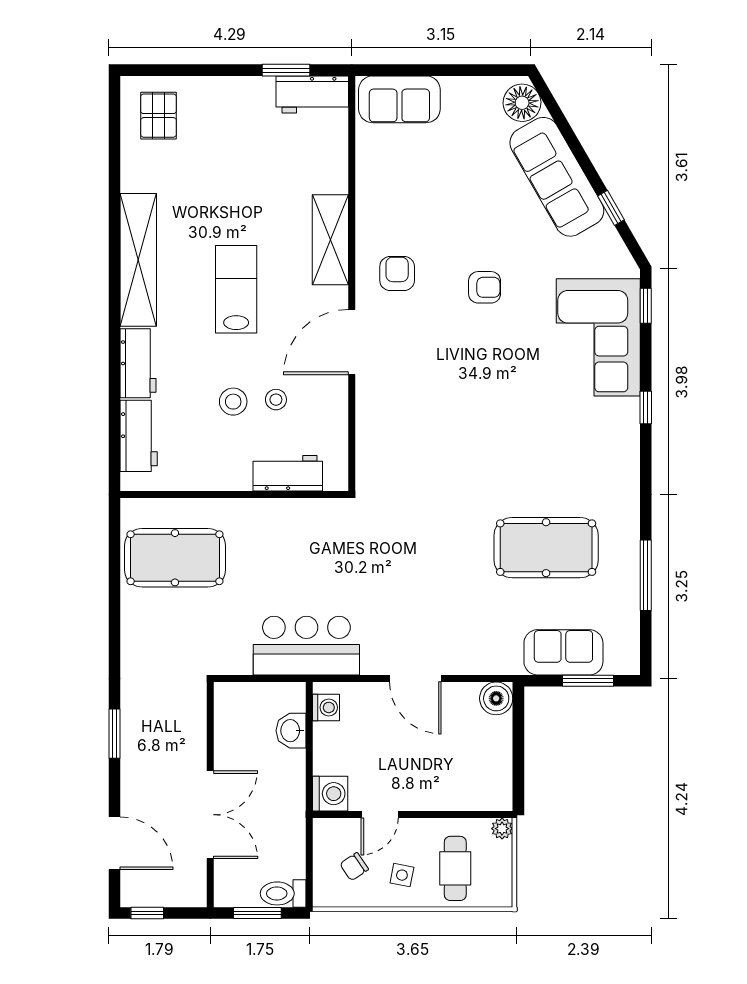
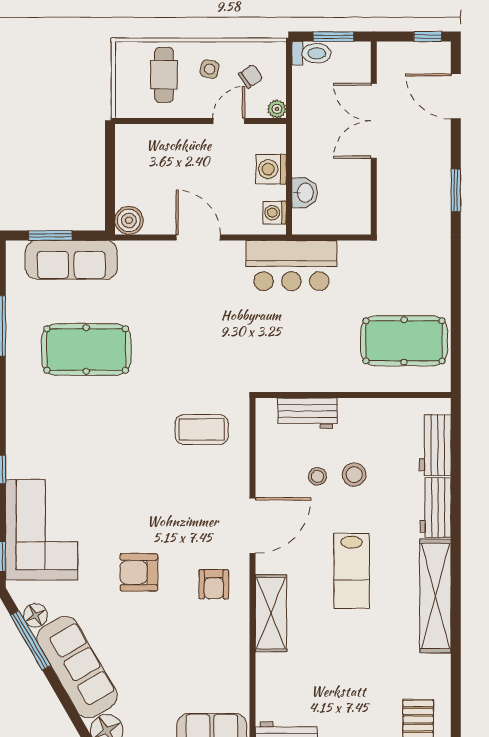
window: (611, 208) -> (31, 640), width x2.17
floor lamp: (605, 237) -> (35, 615), added
armchair: (485, 287) -> (139, 572), width x1.38, depth x1.38
coffee table: (411, 454) -> (202, 429), added
sofa: (563, 652) -> (71, 260), width x1.36
washing machine: (330, 794) -> (271, 169), moved
plant: (502, 829) -> (277, 109), moved

